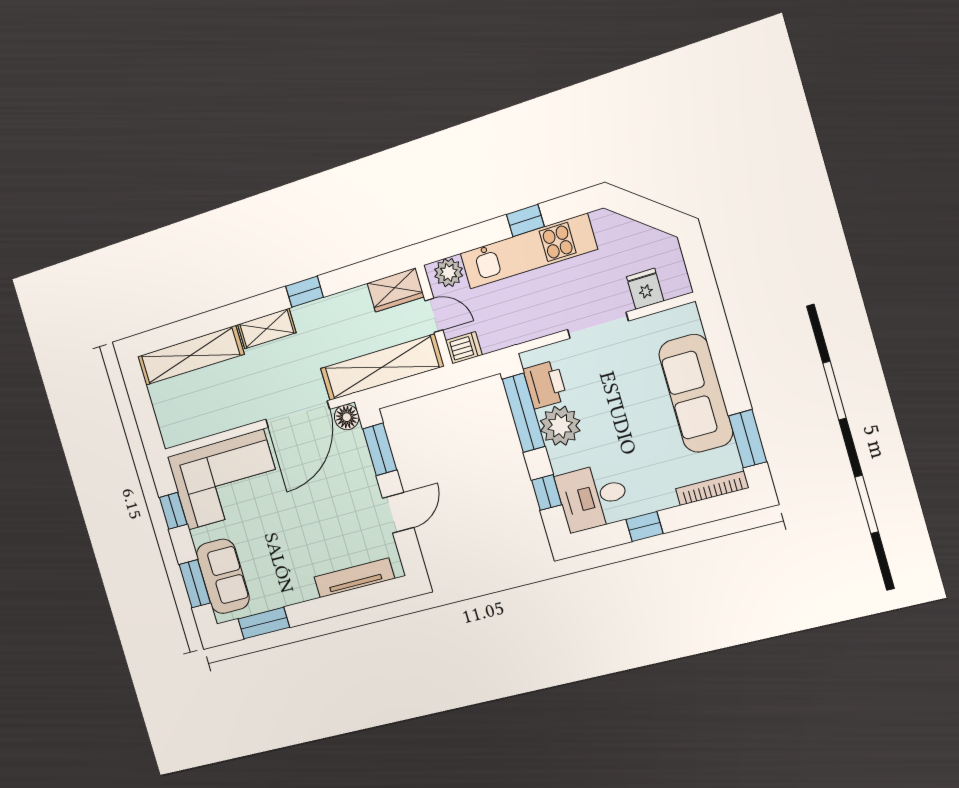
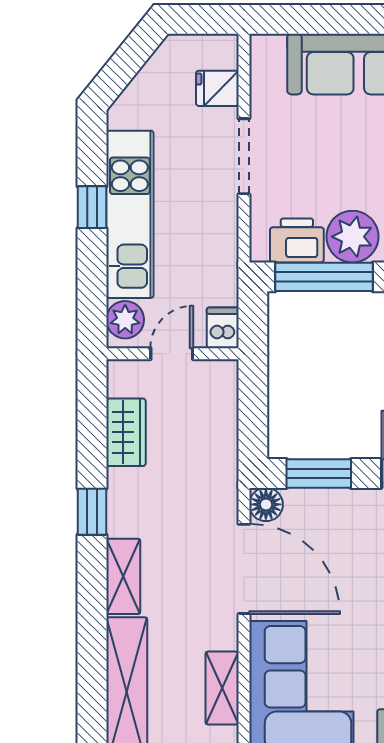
wardrobe: (396, 290) -> (126, 432), moved
shelving: (382, 367) -> (222, 688), moved, width x0.45, depth x0.75

